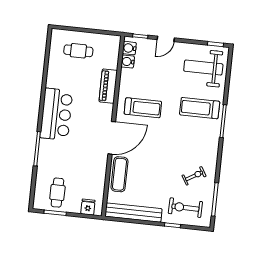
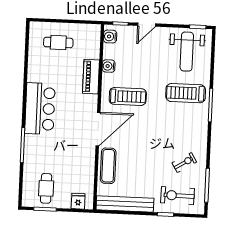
water cooler: (128, 62) -> (109, 66), moved
weight bench: (203, 68) -> (187, 52), turned -90

